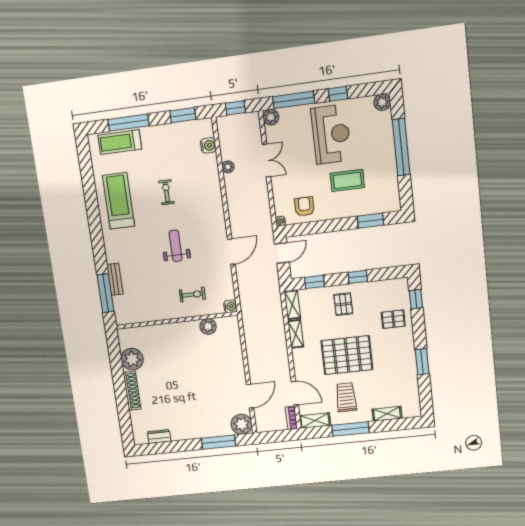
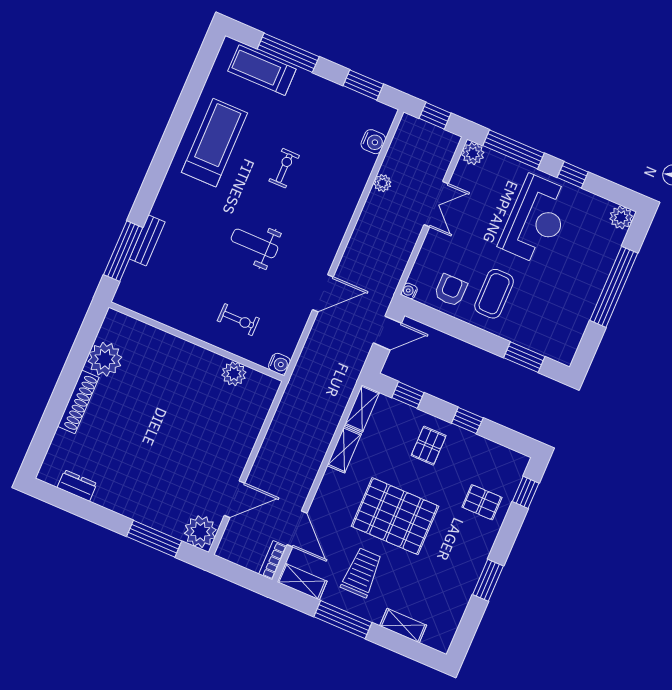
coffee table: (347, 180) -> (494, 294), moved, turned 90
weight bench: (176, 246) -> (254, 243), turned -90

